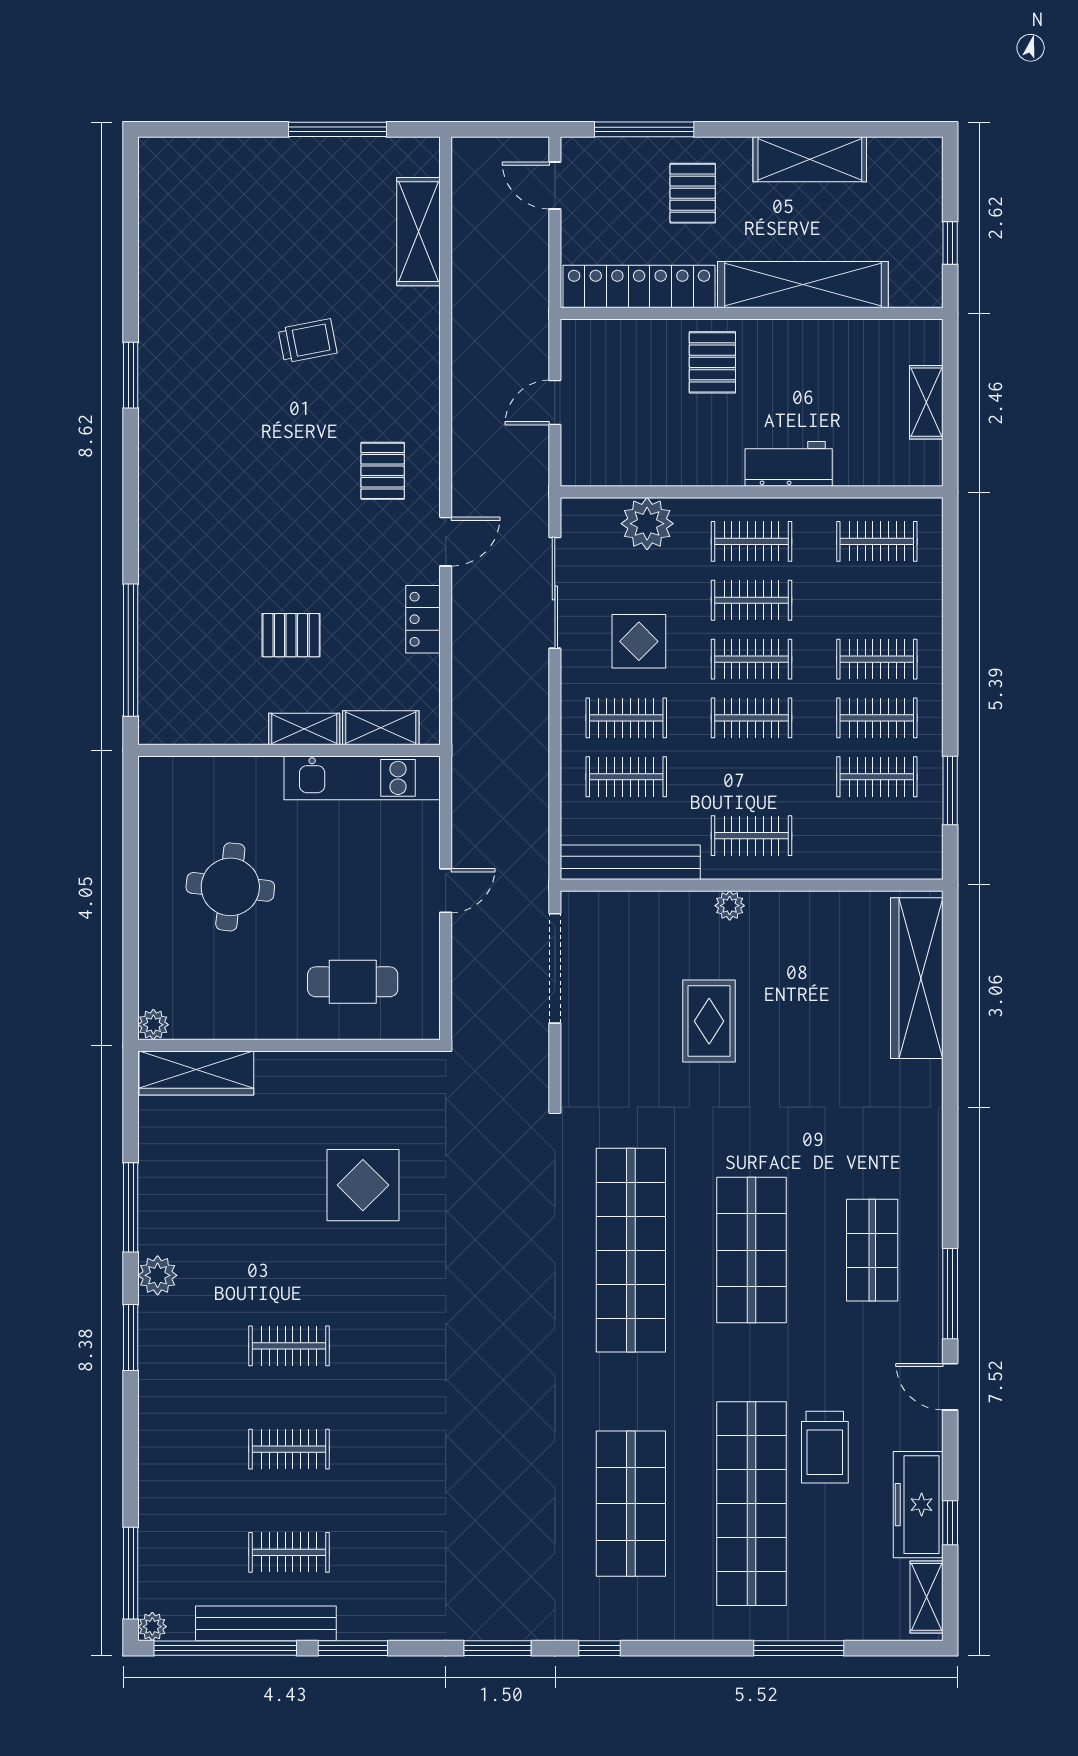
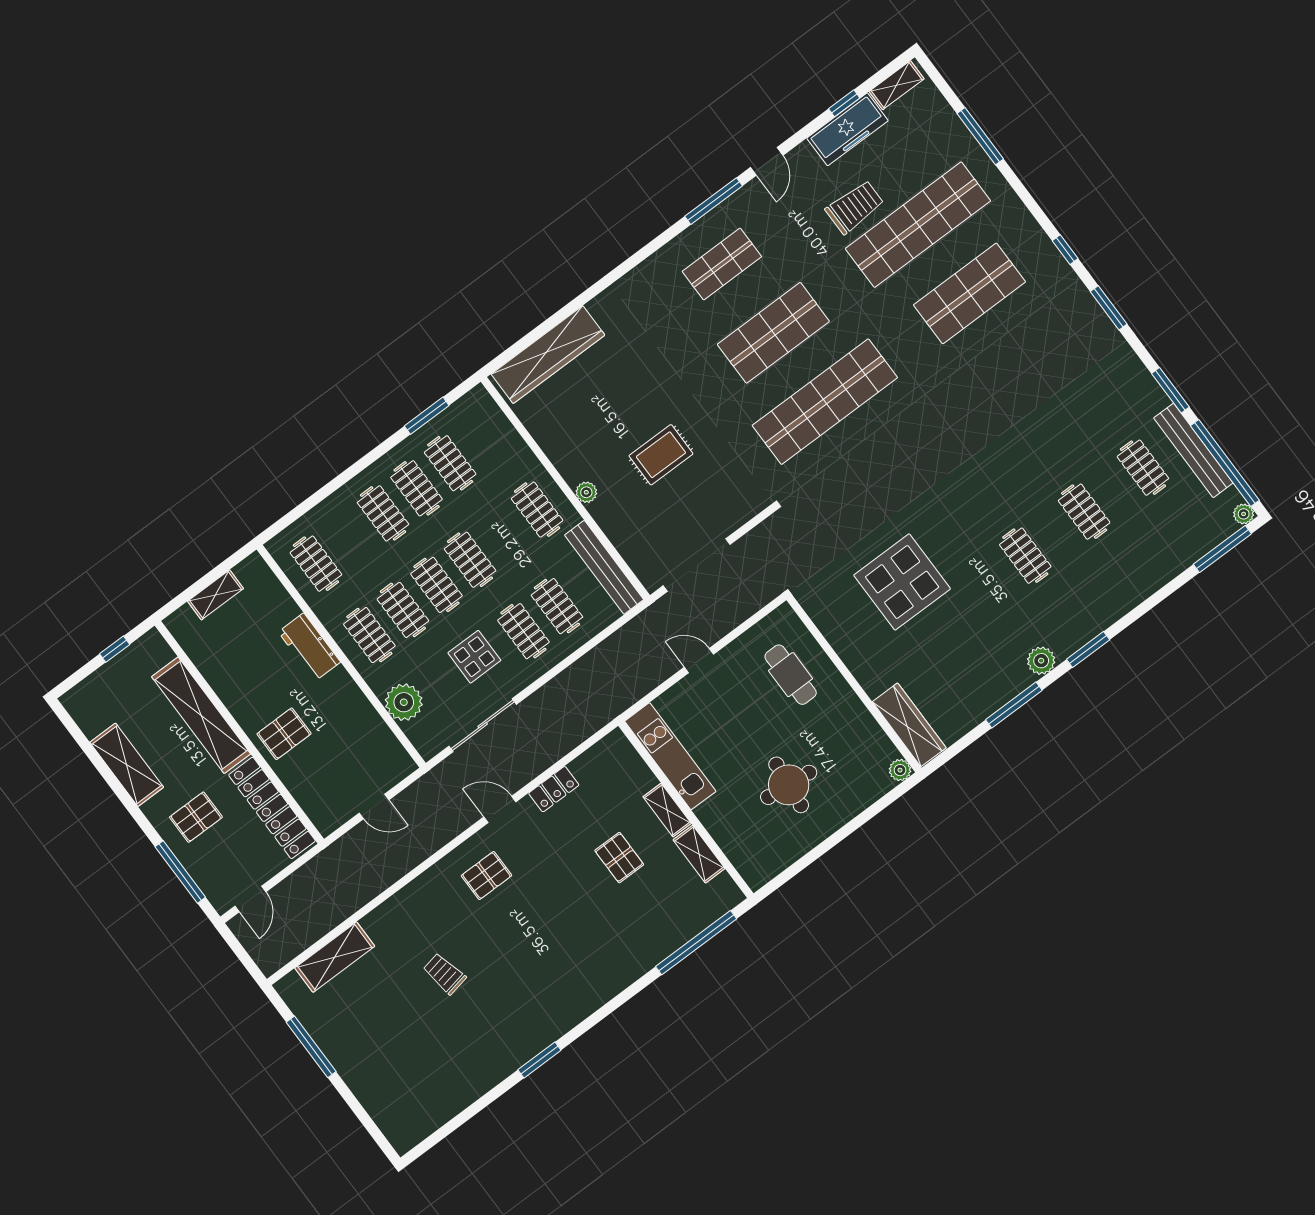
shelving: (381, 728) -> (699, 854), moved
display table: (363, 1185) -> (902, 582), width x1.36, depth x1.36

